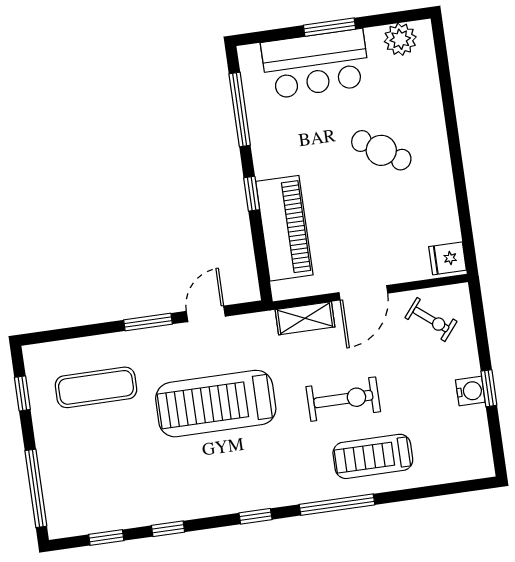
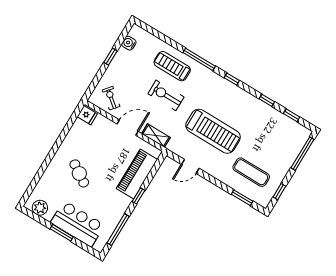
window: (148, 322) -> (242, 198), moved
water cooler: (470, 391) -> (129, 43), moved
treadmill: (373, 456) -> (172, 66), turned 180

